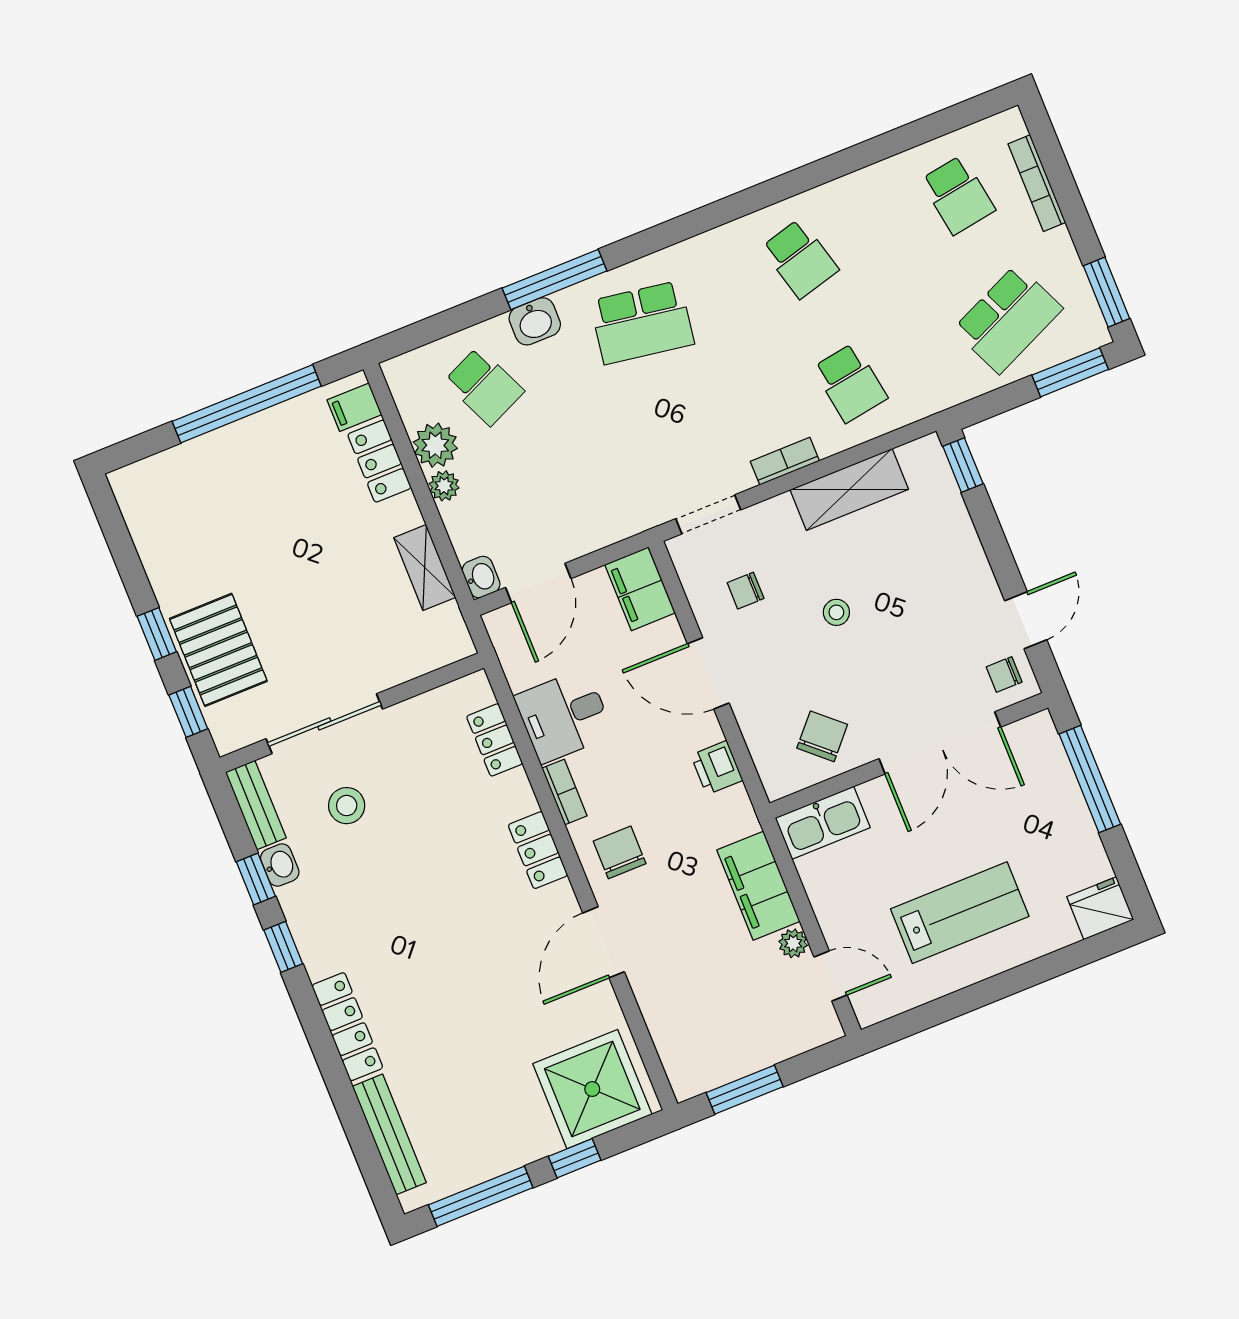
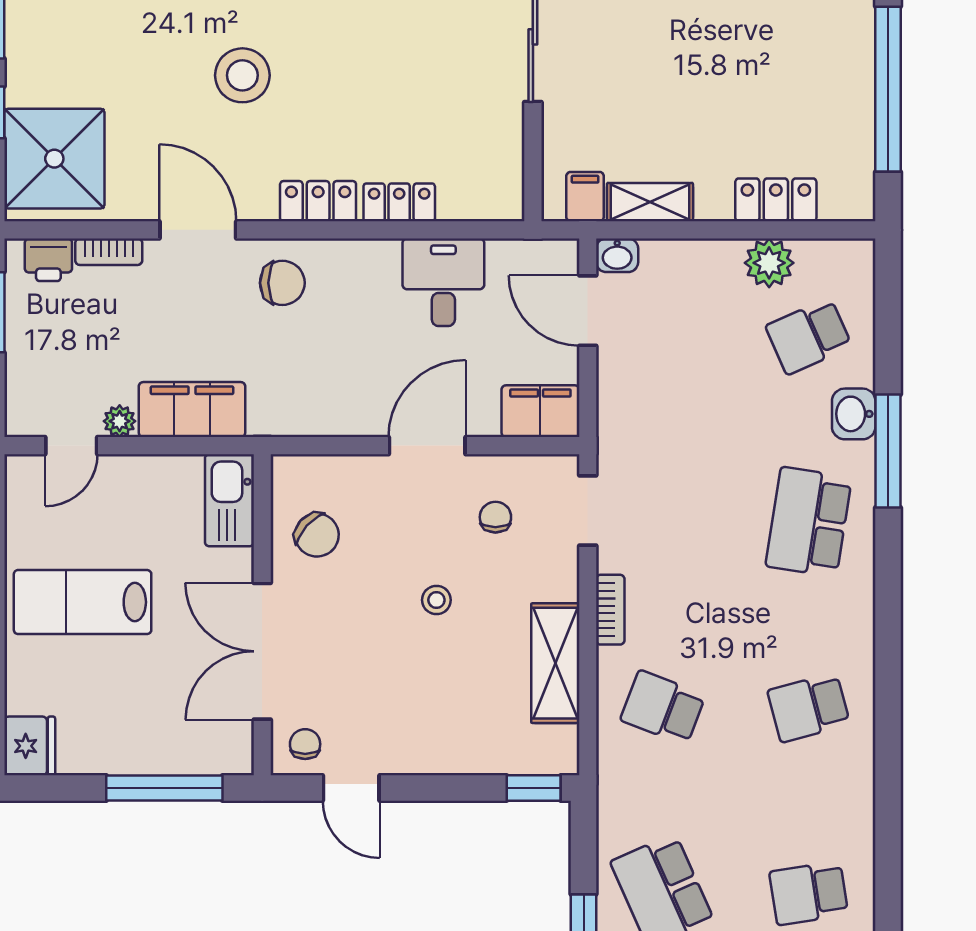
school desk: (850, 383) -> (663, 708), turned 30
filing cabinet: (354, 407) -> (585, 197), moved
plant: (444, 486) -> (724, 255), removed
locker: (495, 740) -> (399, 202), moved
printer: (717, 768) -> (48, 260), moved, turned 180
bookcase: (564, 792) -> (109, 252), moved
stool: (347, 806) -> (242, 75), moved, width x1.38, depth x1.38
lab bench: (960, 913) -> (83, 602), turned 90

